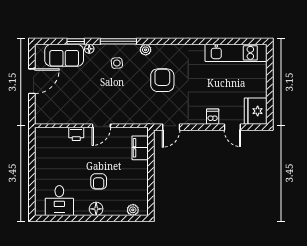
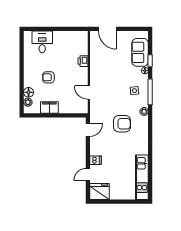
door: (32, 81) -> (107, 29), moved
door: (101, 126) -> (89, 93), moved
door: (171, 127) -> (88, 130), swing flipped
filing cabinet: (140, 148) -> (49, 107), moved
desk: (59, 201) -> (42, 42), moved, turned 90
floor lamp: (96, 209) -> (29, 92), moved

